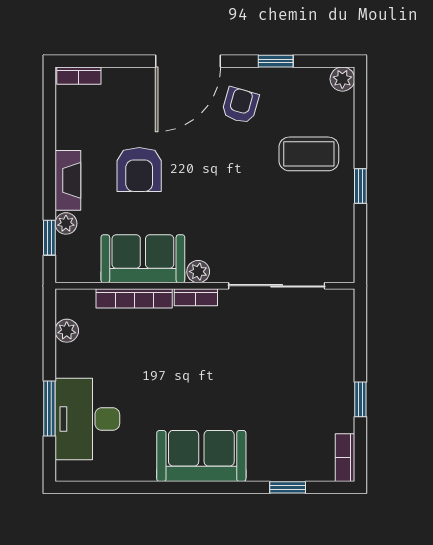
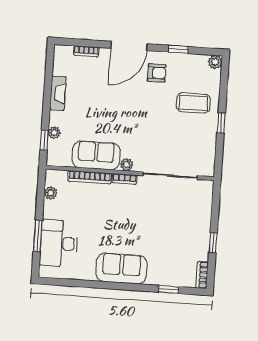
bookcase: (79, 76) -> (86, 51), moved
armchair: (240, 105) -> (157, 73), turned 74
armchair: (139, 169) -> (97, 105), removed
fireplace: (68, 180) -> (58, 93), moved

